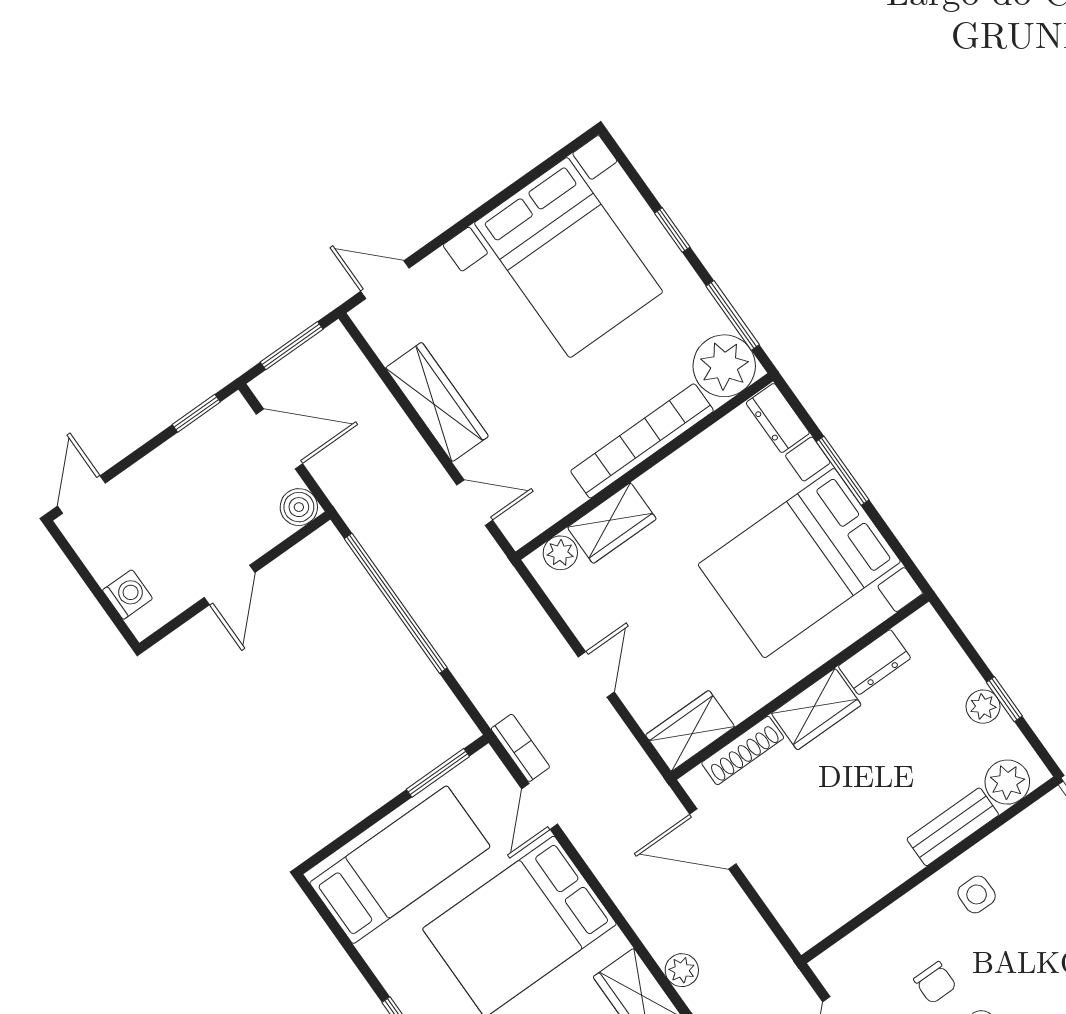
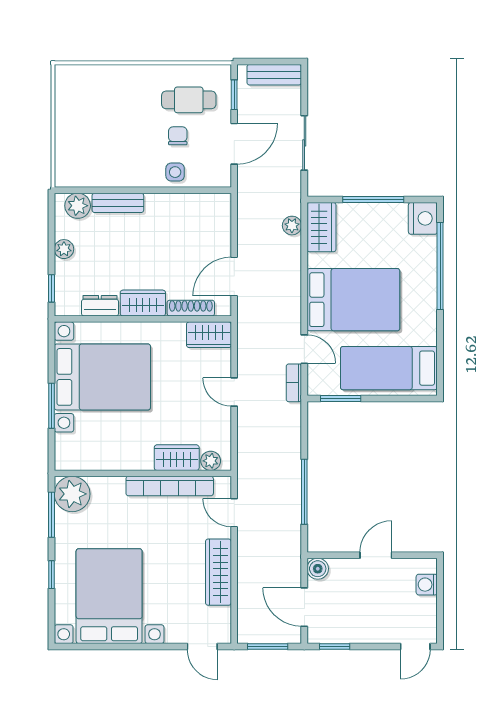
dresser: (778, 418) -> (64, 452), removed
bookcase: (642, 441) -> (170, 486), moved
window: (396, 603) -> (304, 492), width x0.68
door: (596, 674) -> (234, 392), hinge flipped
window: (1004, 699) -> (52, 288), moved
door: (540, 807) -> (304, 349), hinge flipped
door: (713, 839) -> (234, 277), swing flipped
side table: (977, 894) -> (175, 172), moved

